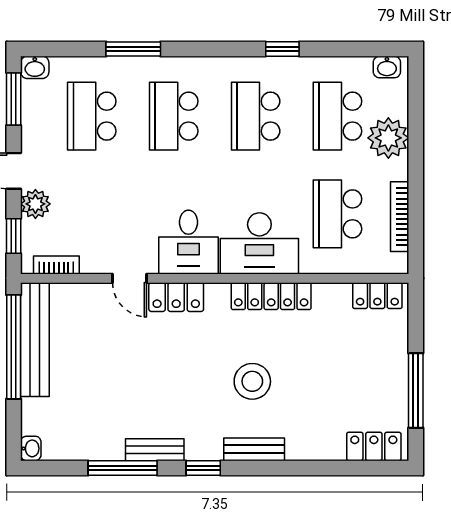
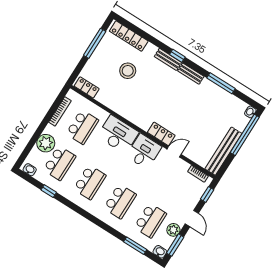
window: (133, 49) -> (135, 246), moved
window: (282, 49) -> (49, 191), moved
plant: (35, 204) -> (173, 230), moved
door: (130, 278) -> (174, 152), hinge flipped
locker: (271, 296) -> (126, 112), removed
window: (14, 347) -> (245, 135), moved
stool: (252, 381) -> (128, 71), moved
locker: (374, 446) -> (129, 36), width x1.53
bench: (155, 450) -> (191, 74), moved
window: (203, 468) -> (177, 56), moved

